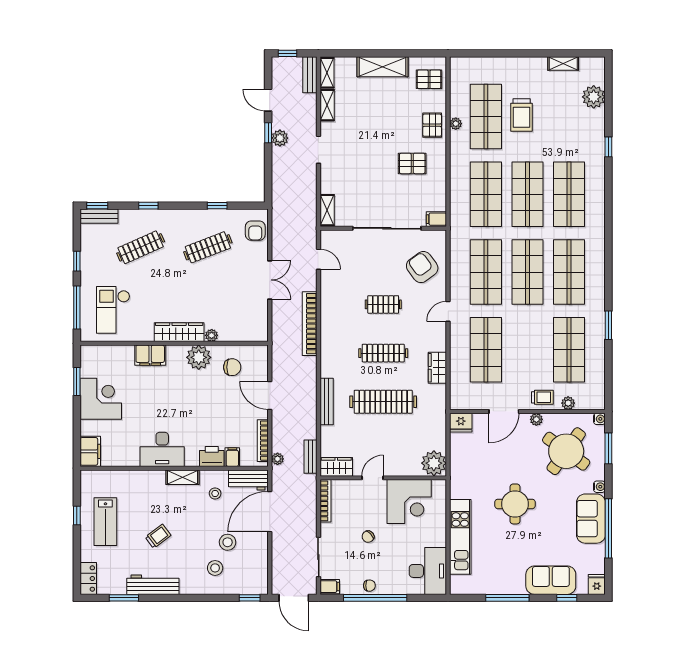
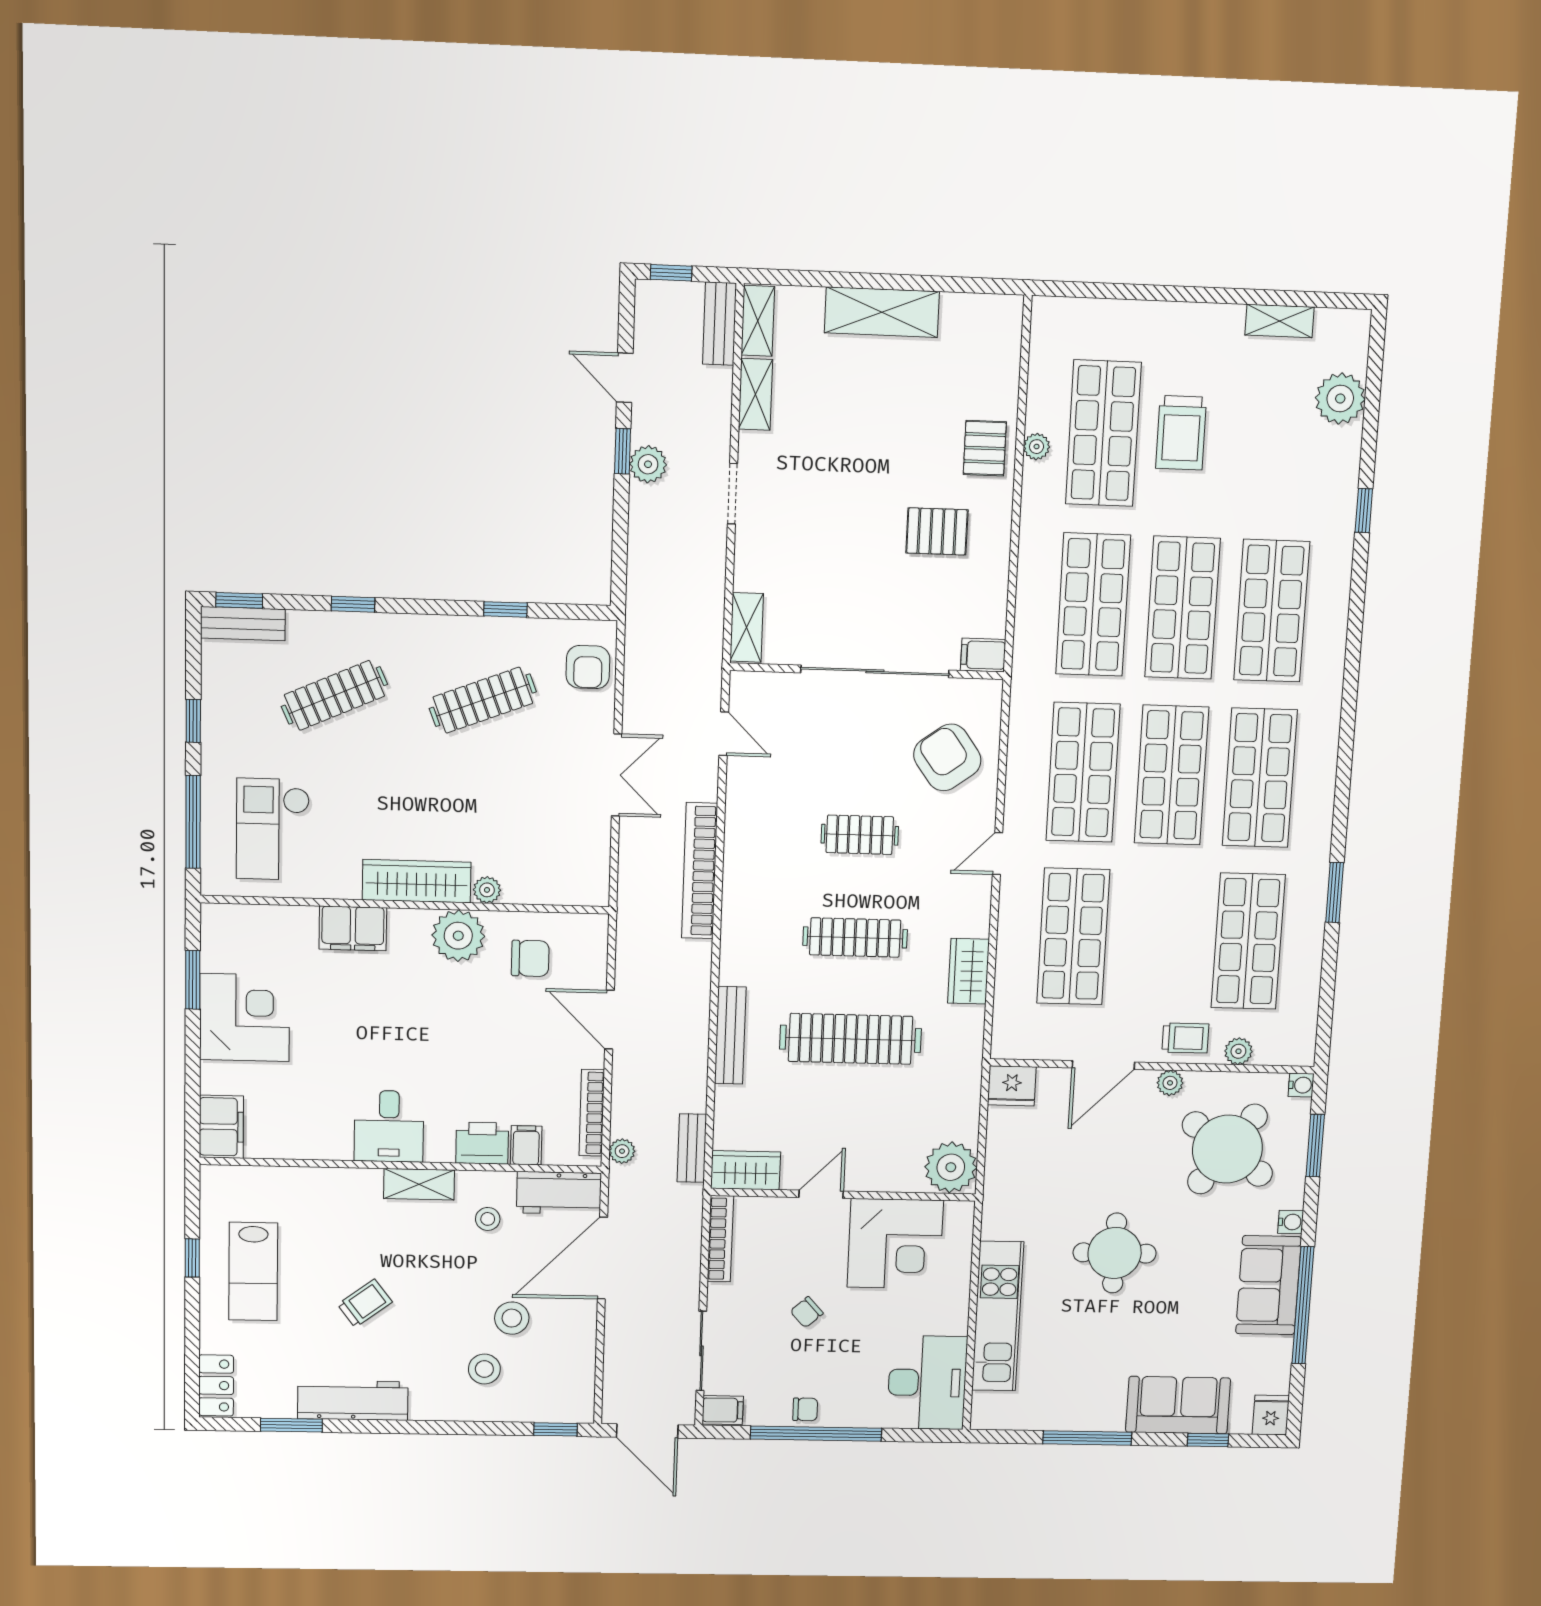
pallet: (429, 79) -> (983, 345), removed
desk: (162, 449) -> (389, 1126), width x0.73

